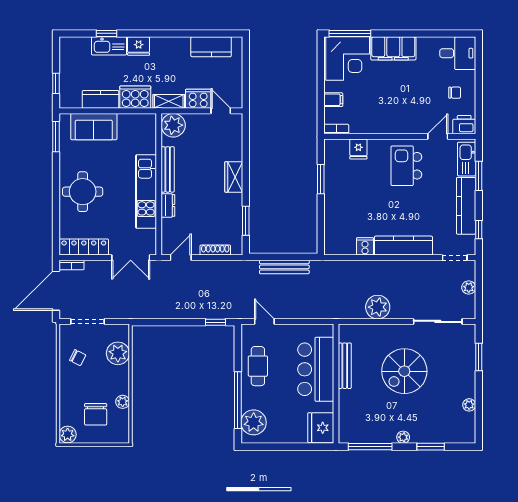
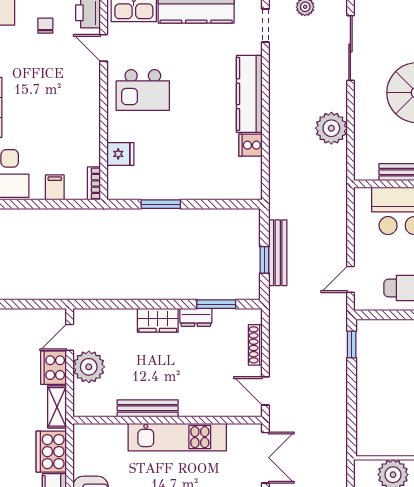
plant: (173, 125) -> (89, 367), moved
dresser: (168, 205) -> (196, 317), moved, turned 180
window: (279, 257) -> (264, 260), added

